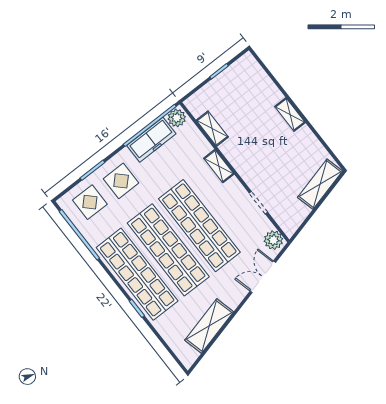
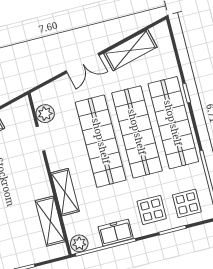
shelving: (212, 129) -> (50, 221), width x1.50, depth x1.33
freezer: (151, 140) -> (116, 233), width x0.71
shelving: (219, 166) -> (65, 192), width x1.50, depth x1.33
plant: (273, 240) -> (45, 114), moved
double door: (263, 277) -> (82, 63), moved

